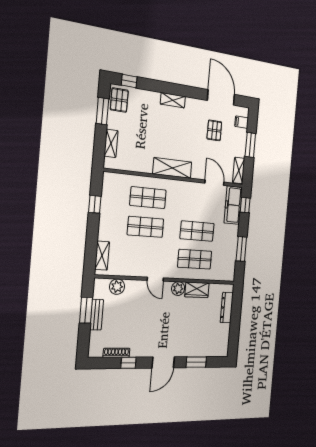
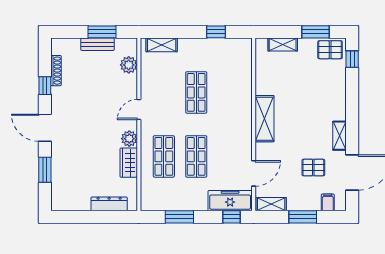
shelving: (173, 100) -> (340, 136), moved
shop shelf: (148, 198) -> (229, 92), removed

